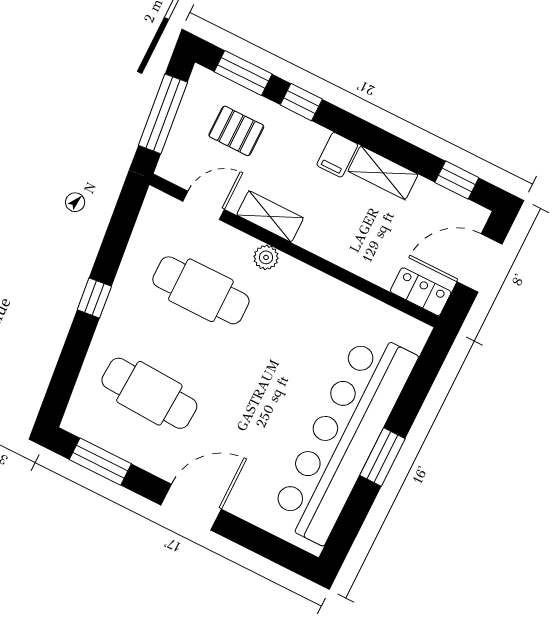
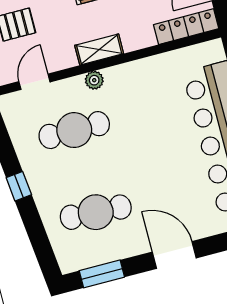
shelving: (270, 216) -> (99, 50), moved
locker: (421, 292) -> (186, 27), width x1.53
door: (191, 507) -> (174, 255), hinge flipped

